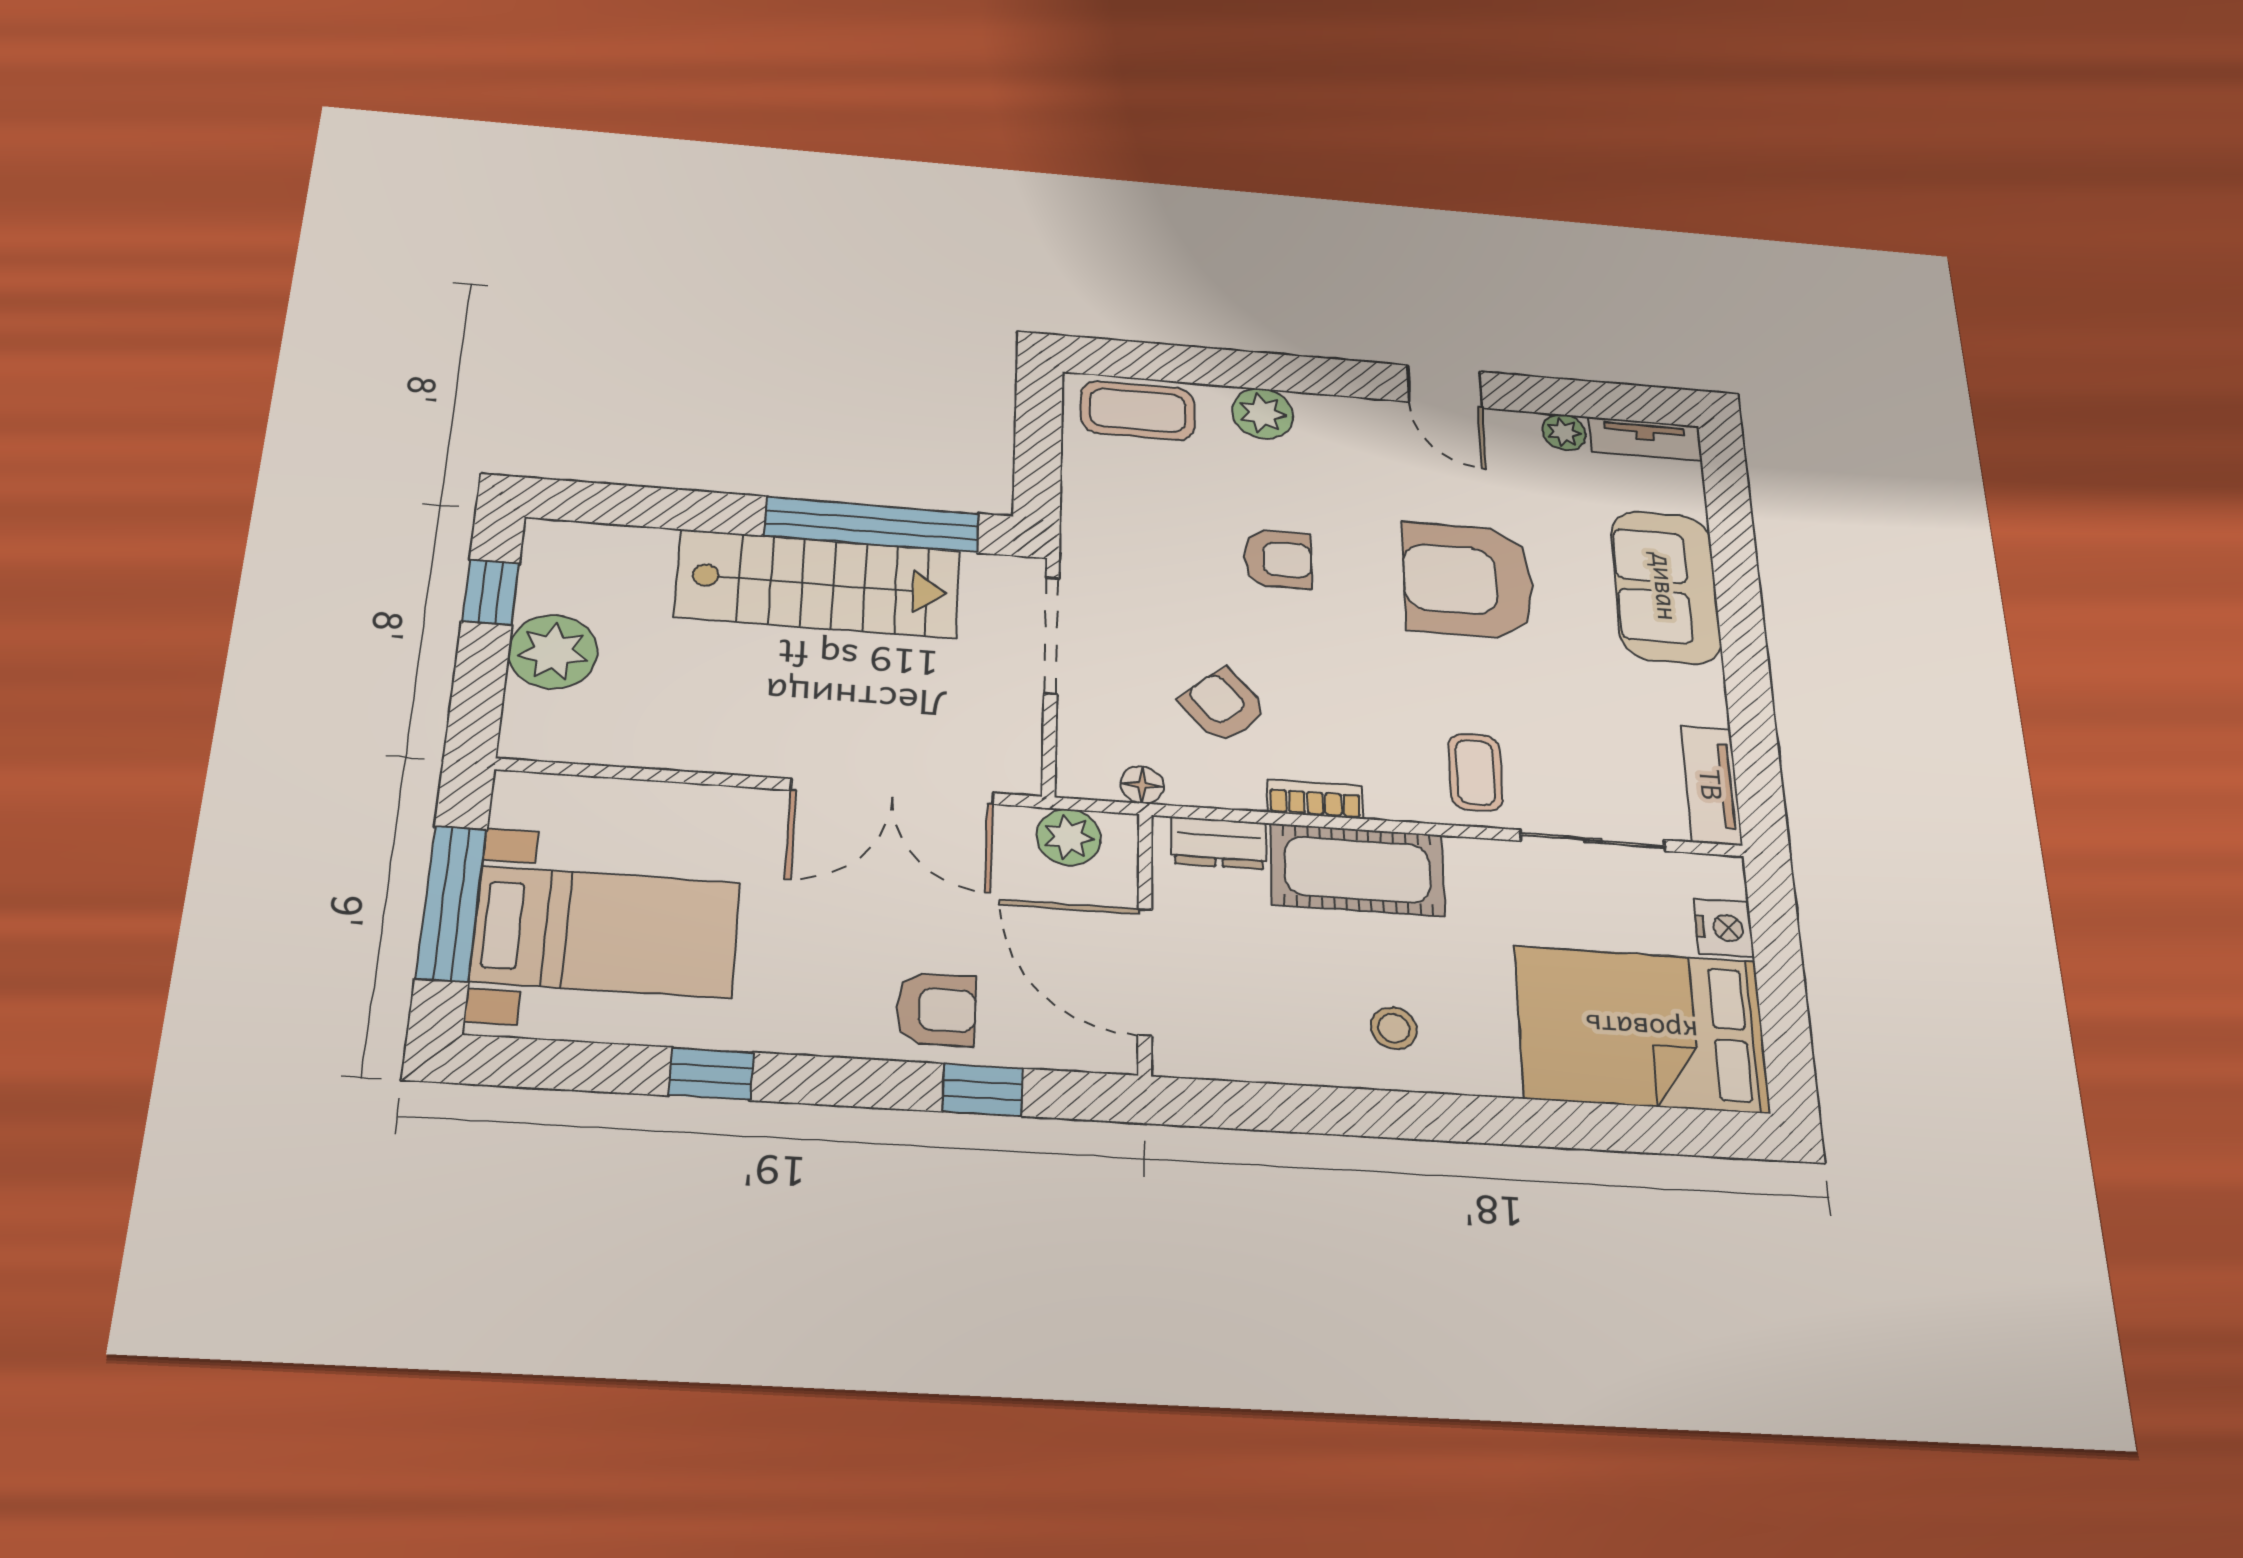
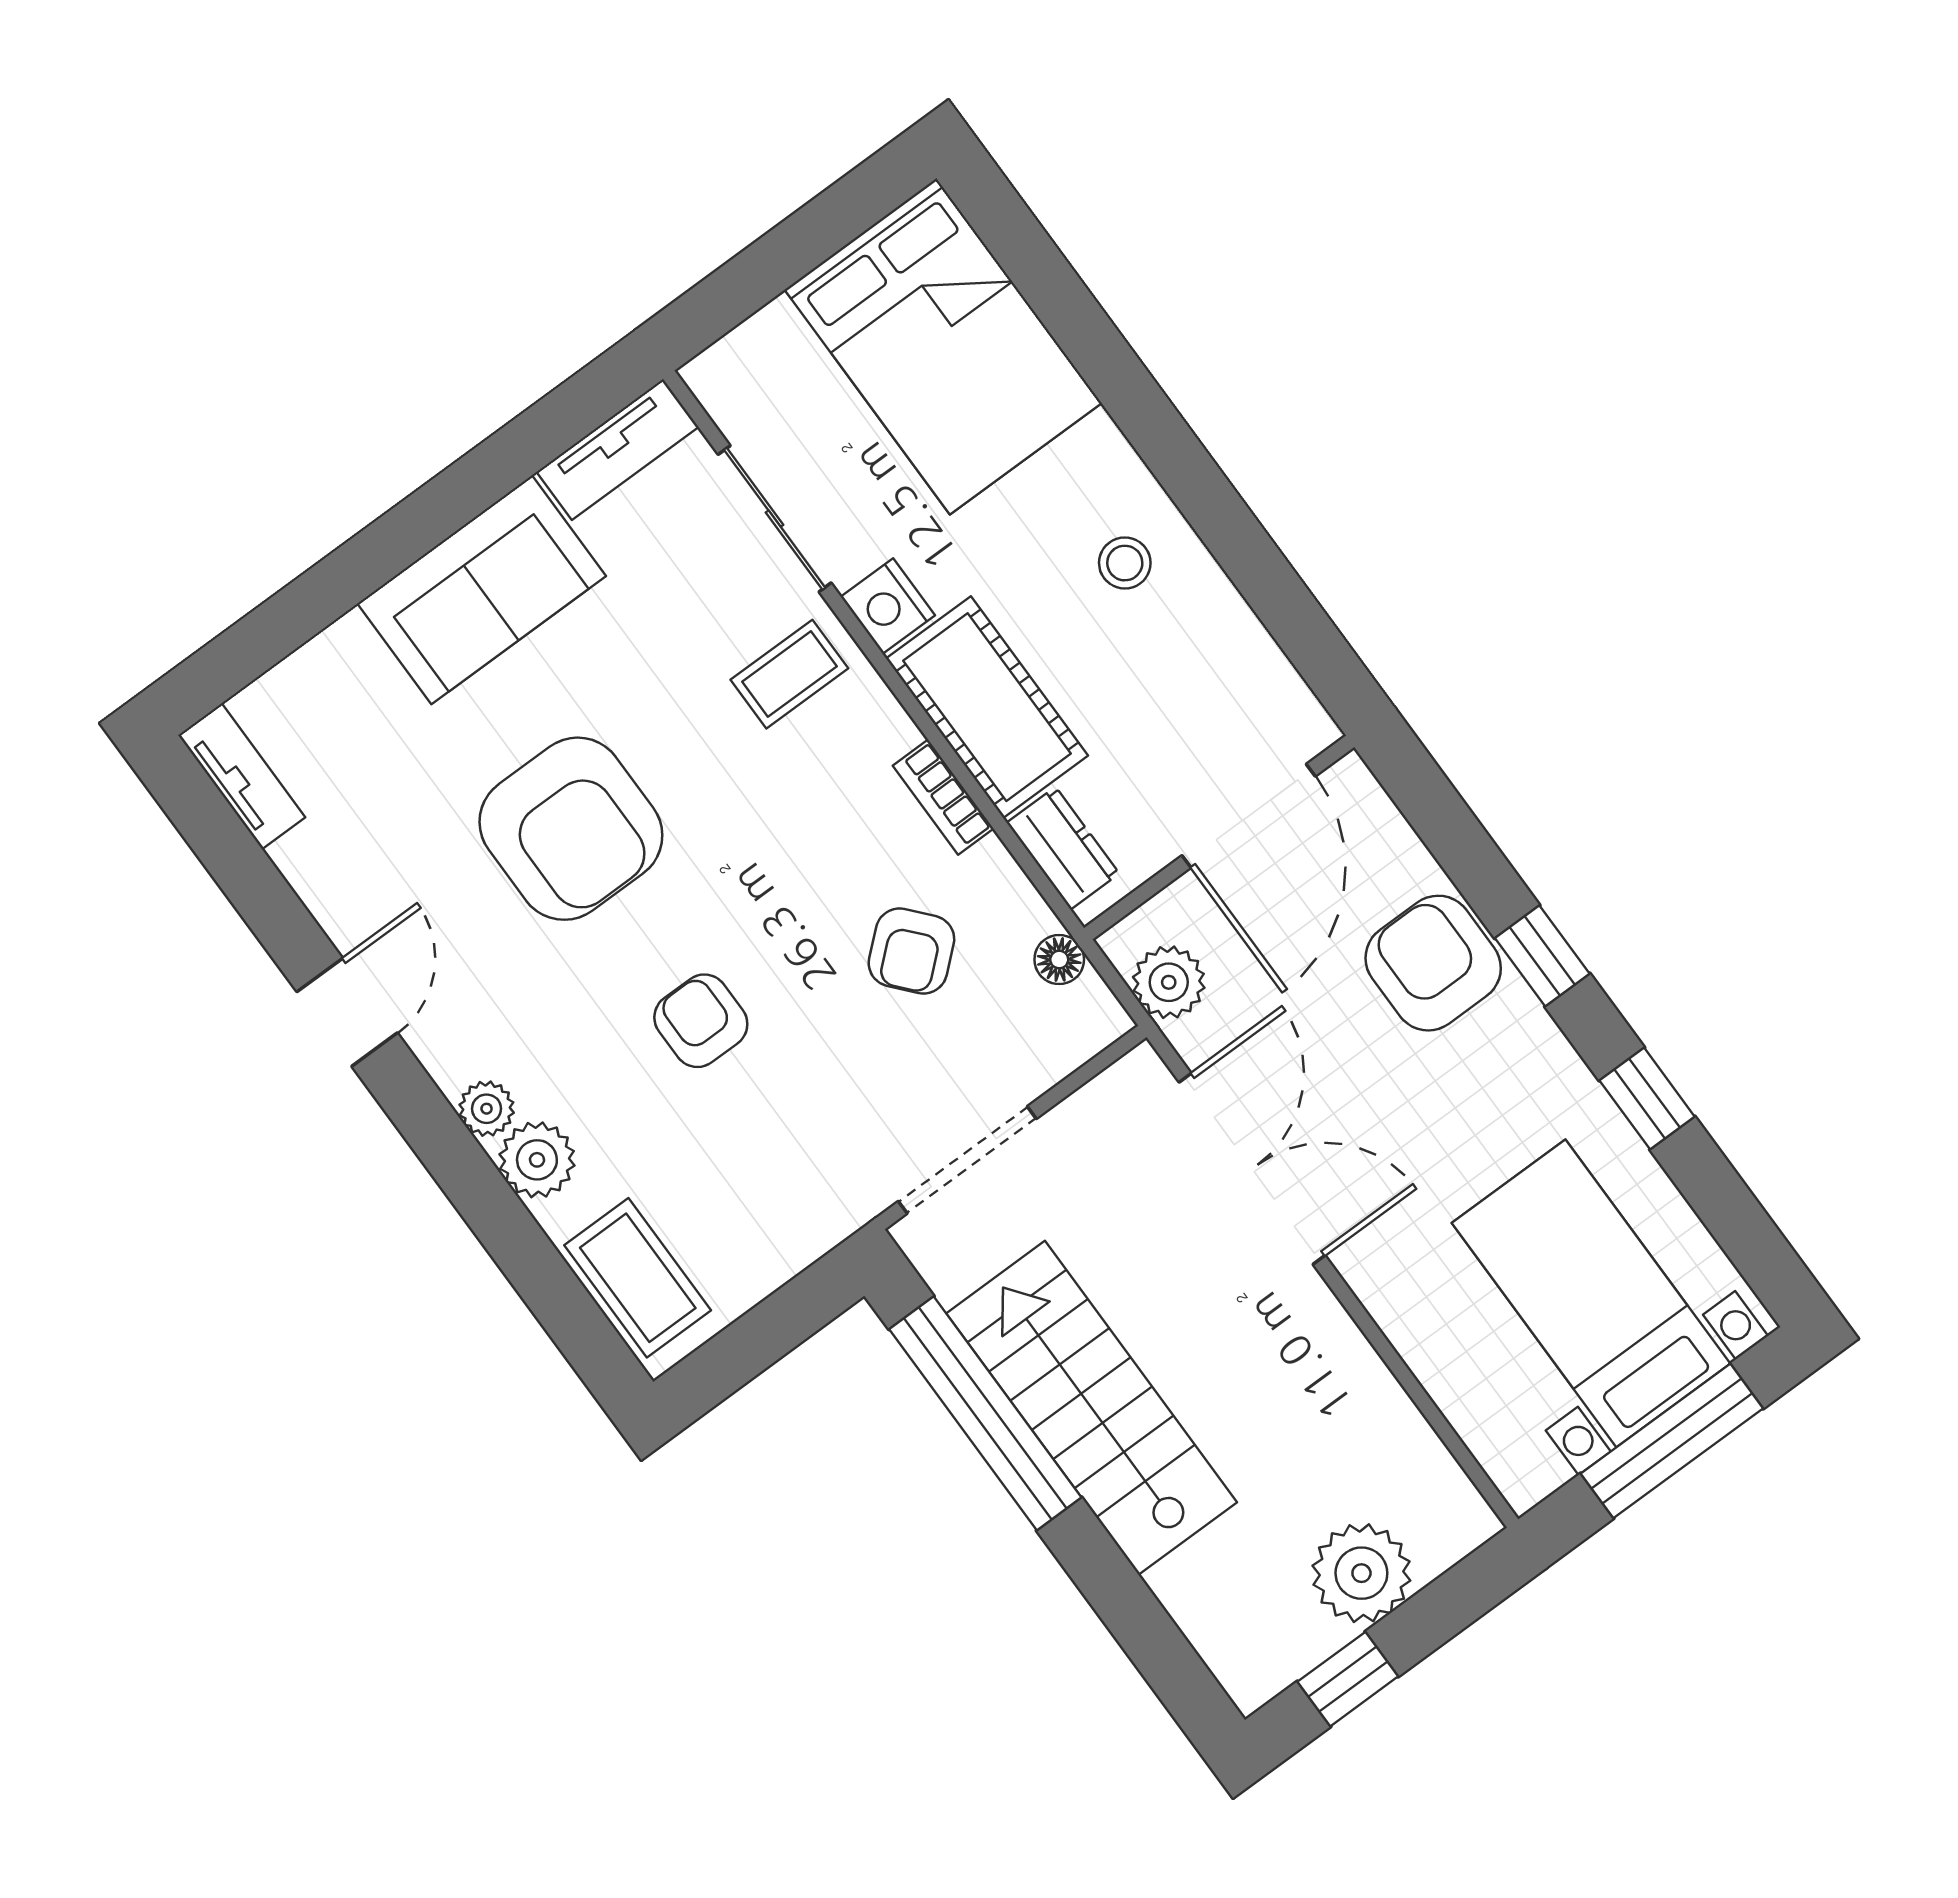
plant: (1564, 432) -> (487, 1109), moved
sofa: (1666, 587) -> (482, 590), moved
nightstand: (1724, 928) -> (888, 606), moved, turned -90
armchair: (936, 1009) -> (1433, 963), width x1.38, depth x1.38
window: (983, 1090) -> (1542, 956), moved

